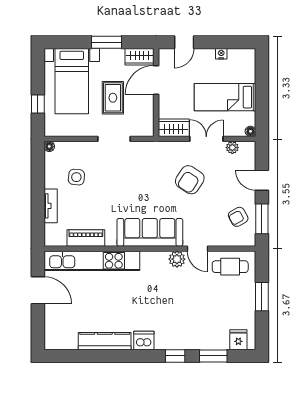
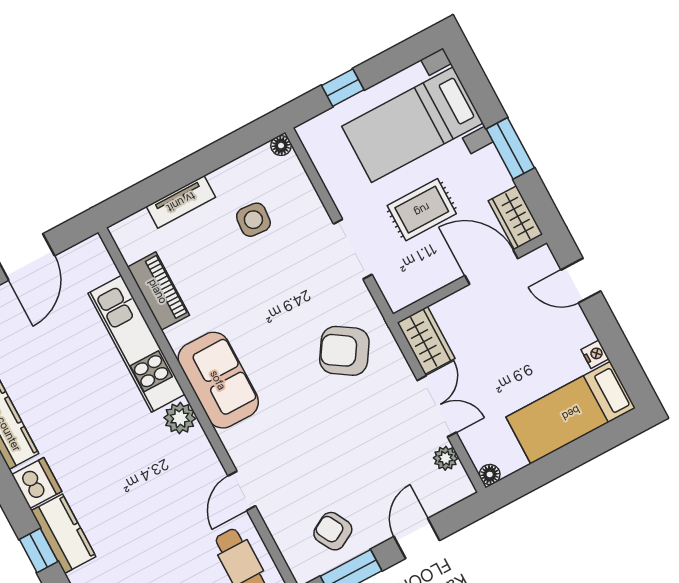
bed: (225, 97) -> (571, 413), moved, turned -90
armchair: (190, 180) -> (344, 351), moved
sofa: (150, 232) -> (218, 380), width x0.73
plant: (177, 259) -> (180, 418), moved
kitchen unit: (92, 261) -> (137, 344), width x0.73
kitchen counter: (174, 341) -> (63, 534), added

